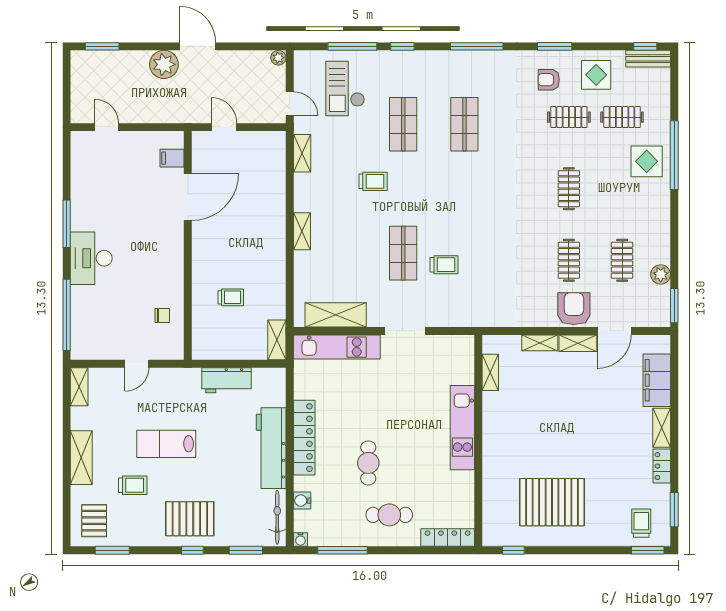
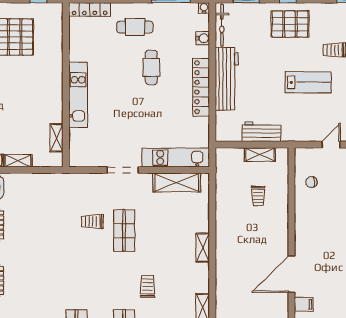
trolley: (373, 181) -> (148, 286), turned 90
trolley: (231, 297) -> (258, 196), turned -90
shelving: (277, 340) -> (260, 155), moved, turned 90

